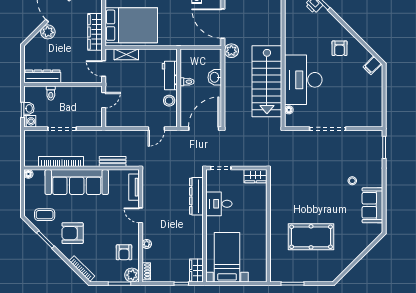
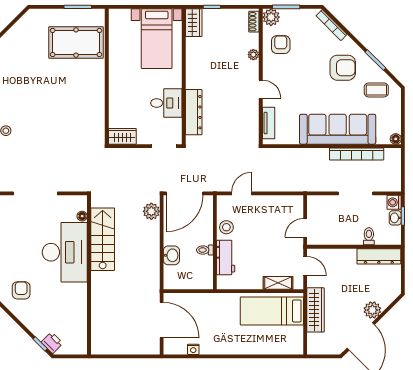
bed: (131, 25) -> (272, 311), width x0.67
plant: (231, 51) -> (151, 211), moved
stairs: (267, 81) -> (103, 239), width x0.73, depth x0.66
bench: (113, 161) -> (294, 154), removed
pool table: (311, 237) -> (76, 42), moved

